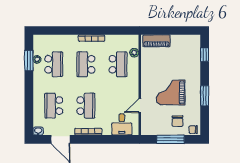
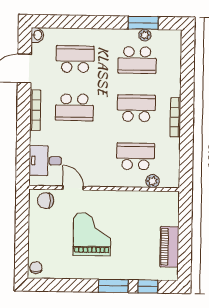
piano: (156, 41) -> (169, 247), moved
school desk: (118, 64) -> (136, 156), turned 180
window: (205, 96) -> (113, 286), moved
chair: (178, 121) -> (46, 201), moved
window: (170, 139) -> (22, 233), removed

